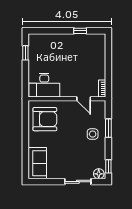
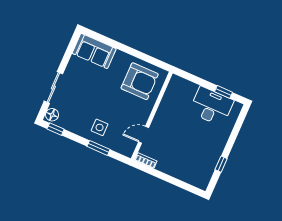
desk: (44, 85) -> (211, 106), moved, turned 90
armchair: (45, 119) -> (140, 81), turned -90

